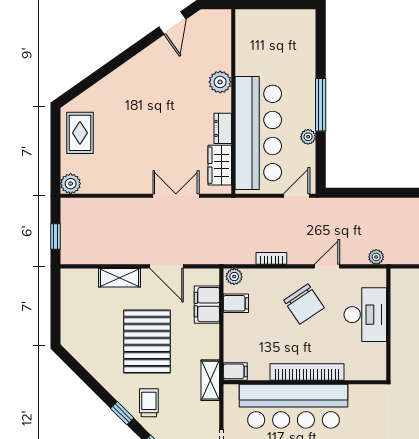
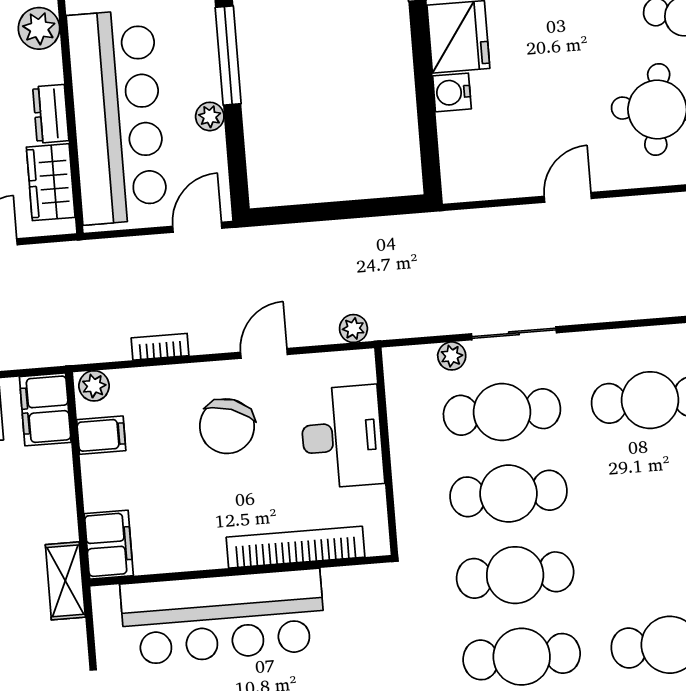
chair: (304, 304) -> (227, 426), turned 53
filing cabinet: (207, 305) -> (45, 409), moved
filing cabinet: (235, 371) -> (109, 545), width x2.00
bookcase: (307, 372) -> (295, 547), moved

